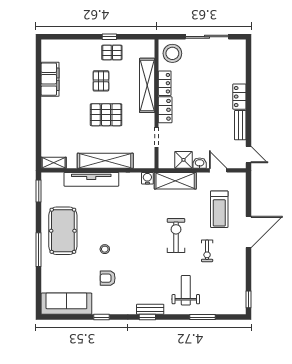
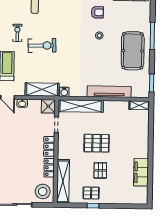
shelving: (147, 85) -> (63, 181), moved
shower: (183, 160) -> (48, 106), moved
shelving: (105, 161) -> (81, 106), moved
exercise bike: (176, 235) -> (42, 46), turned -92

